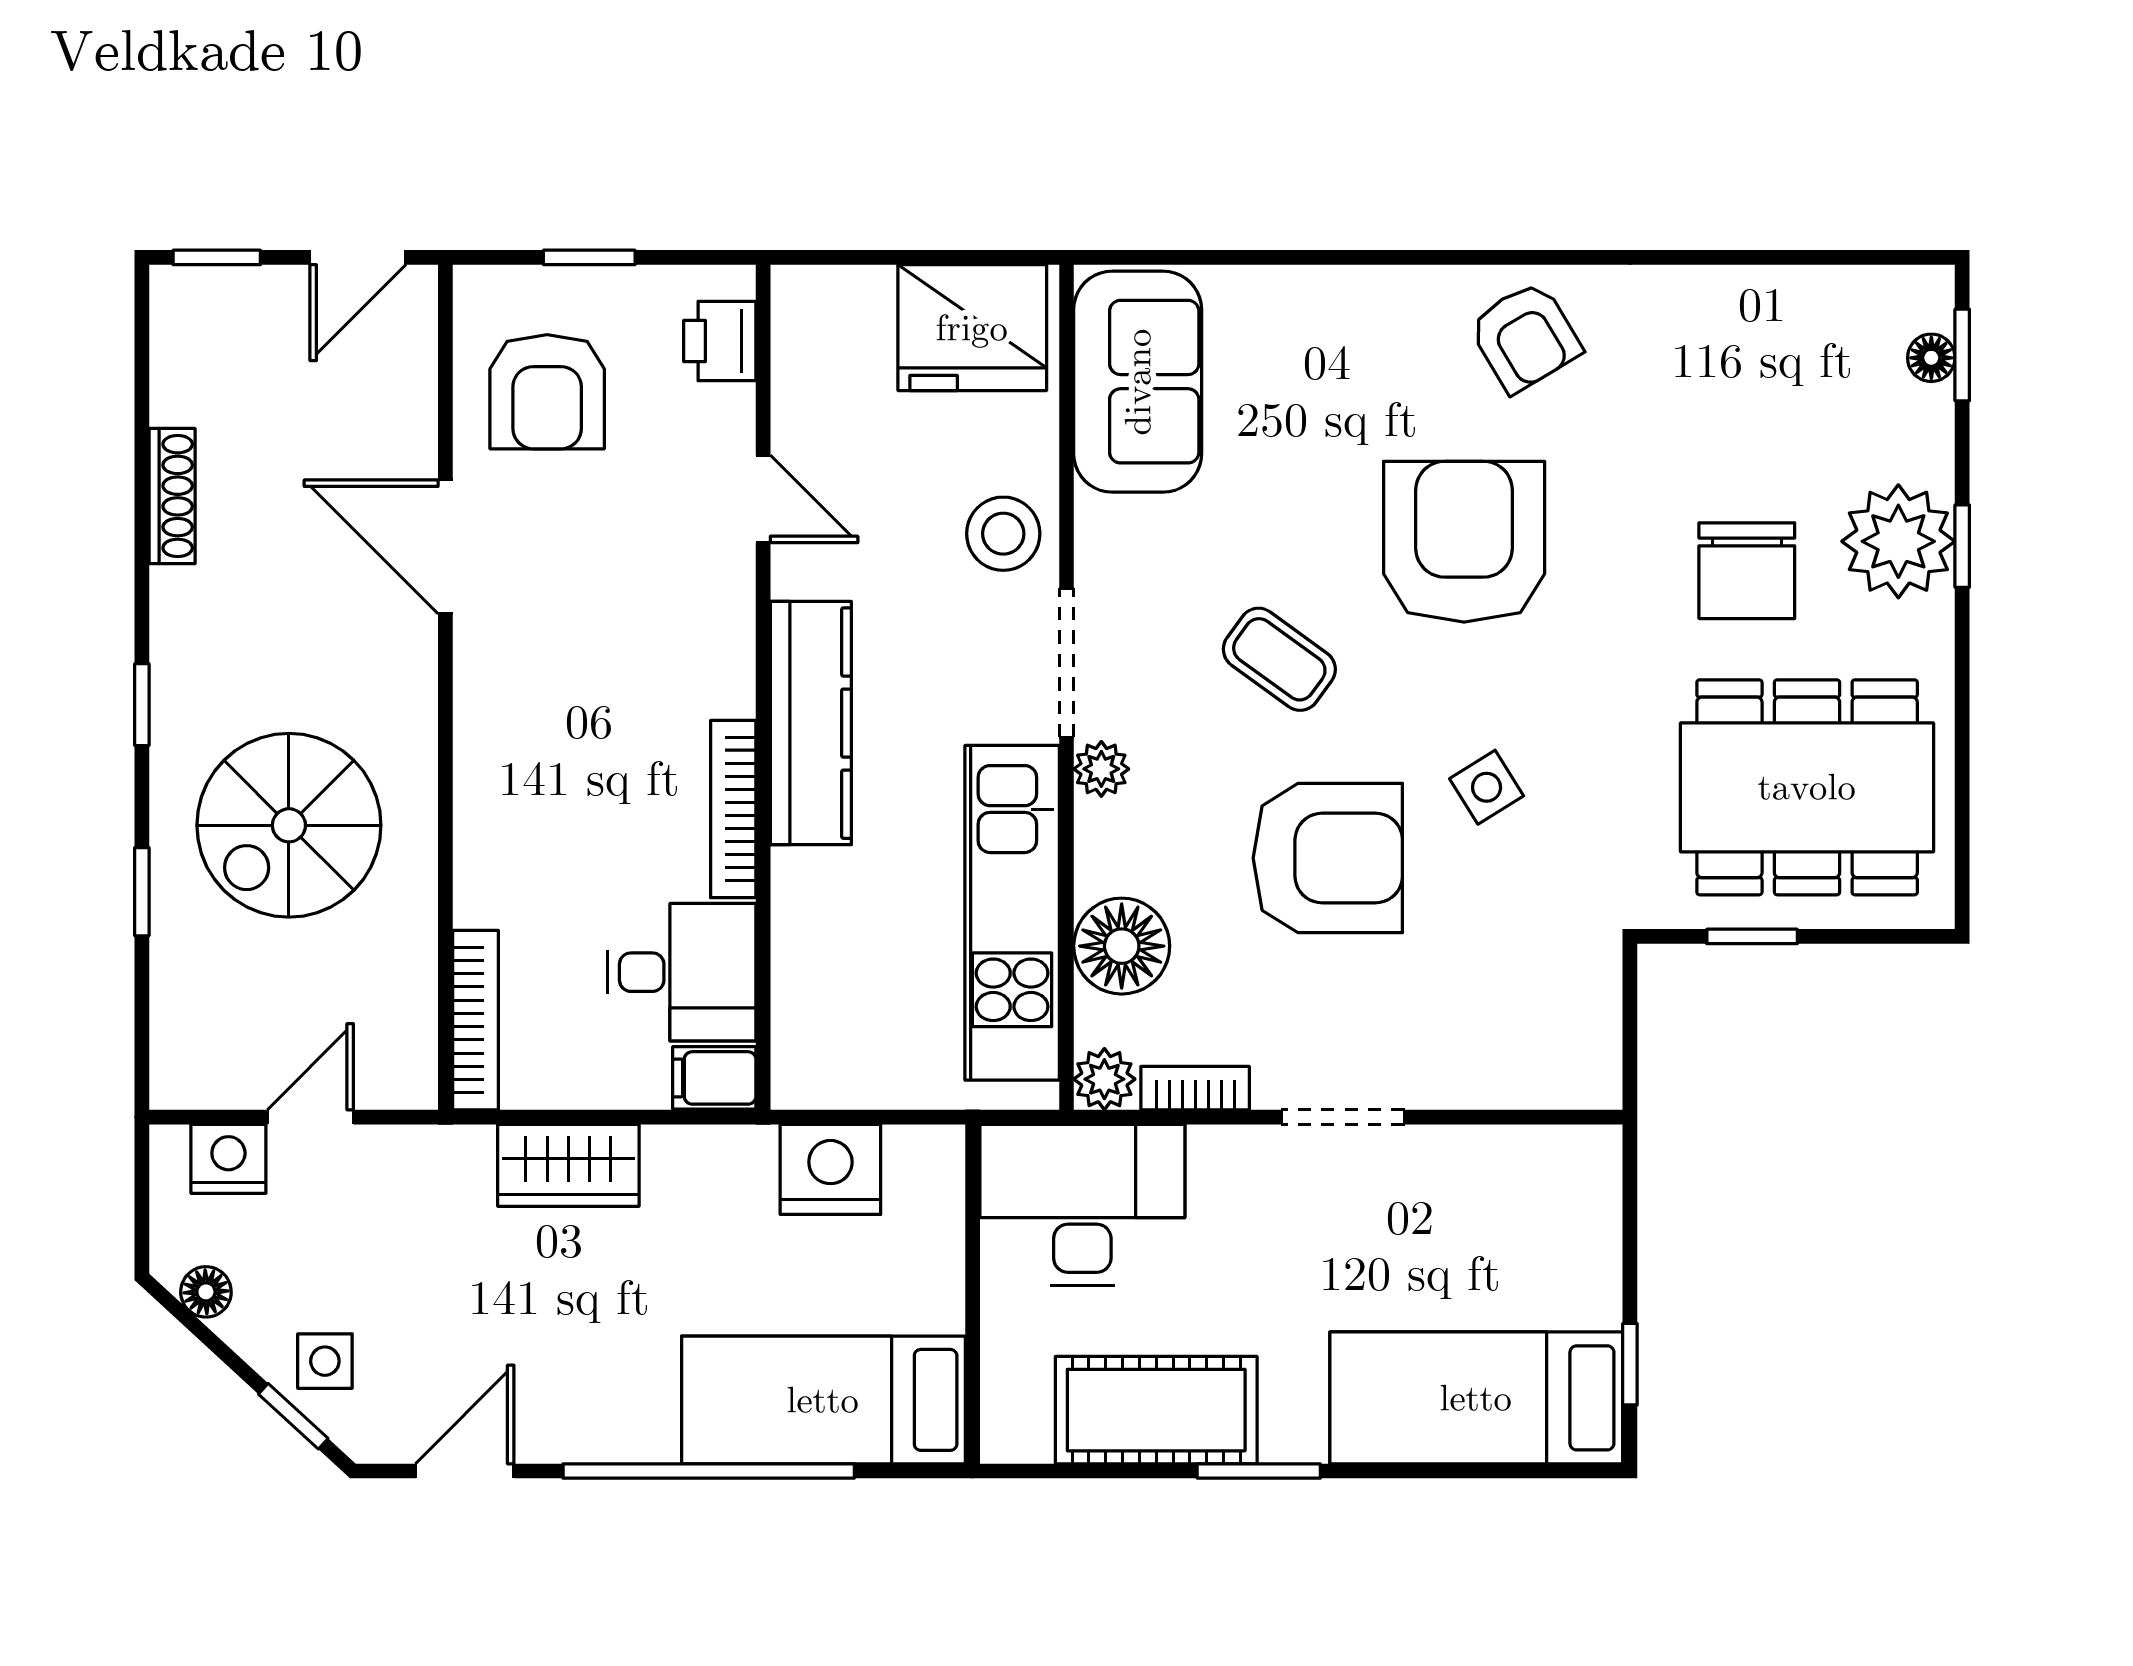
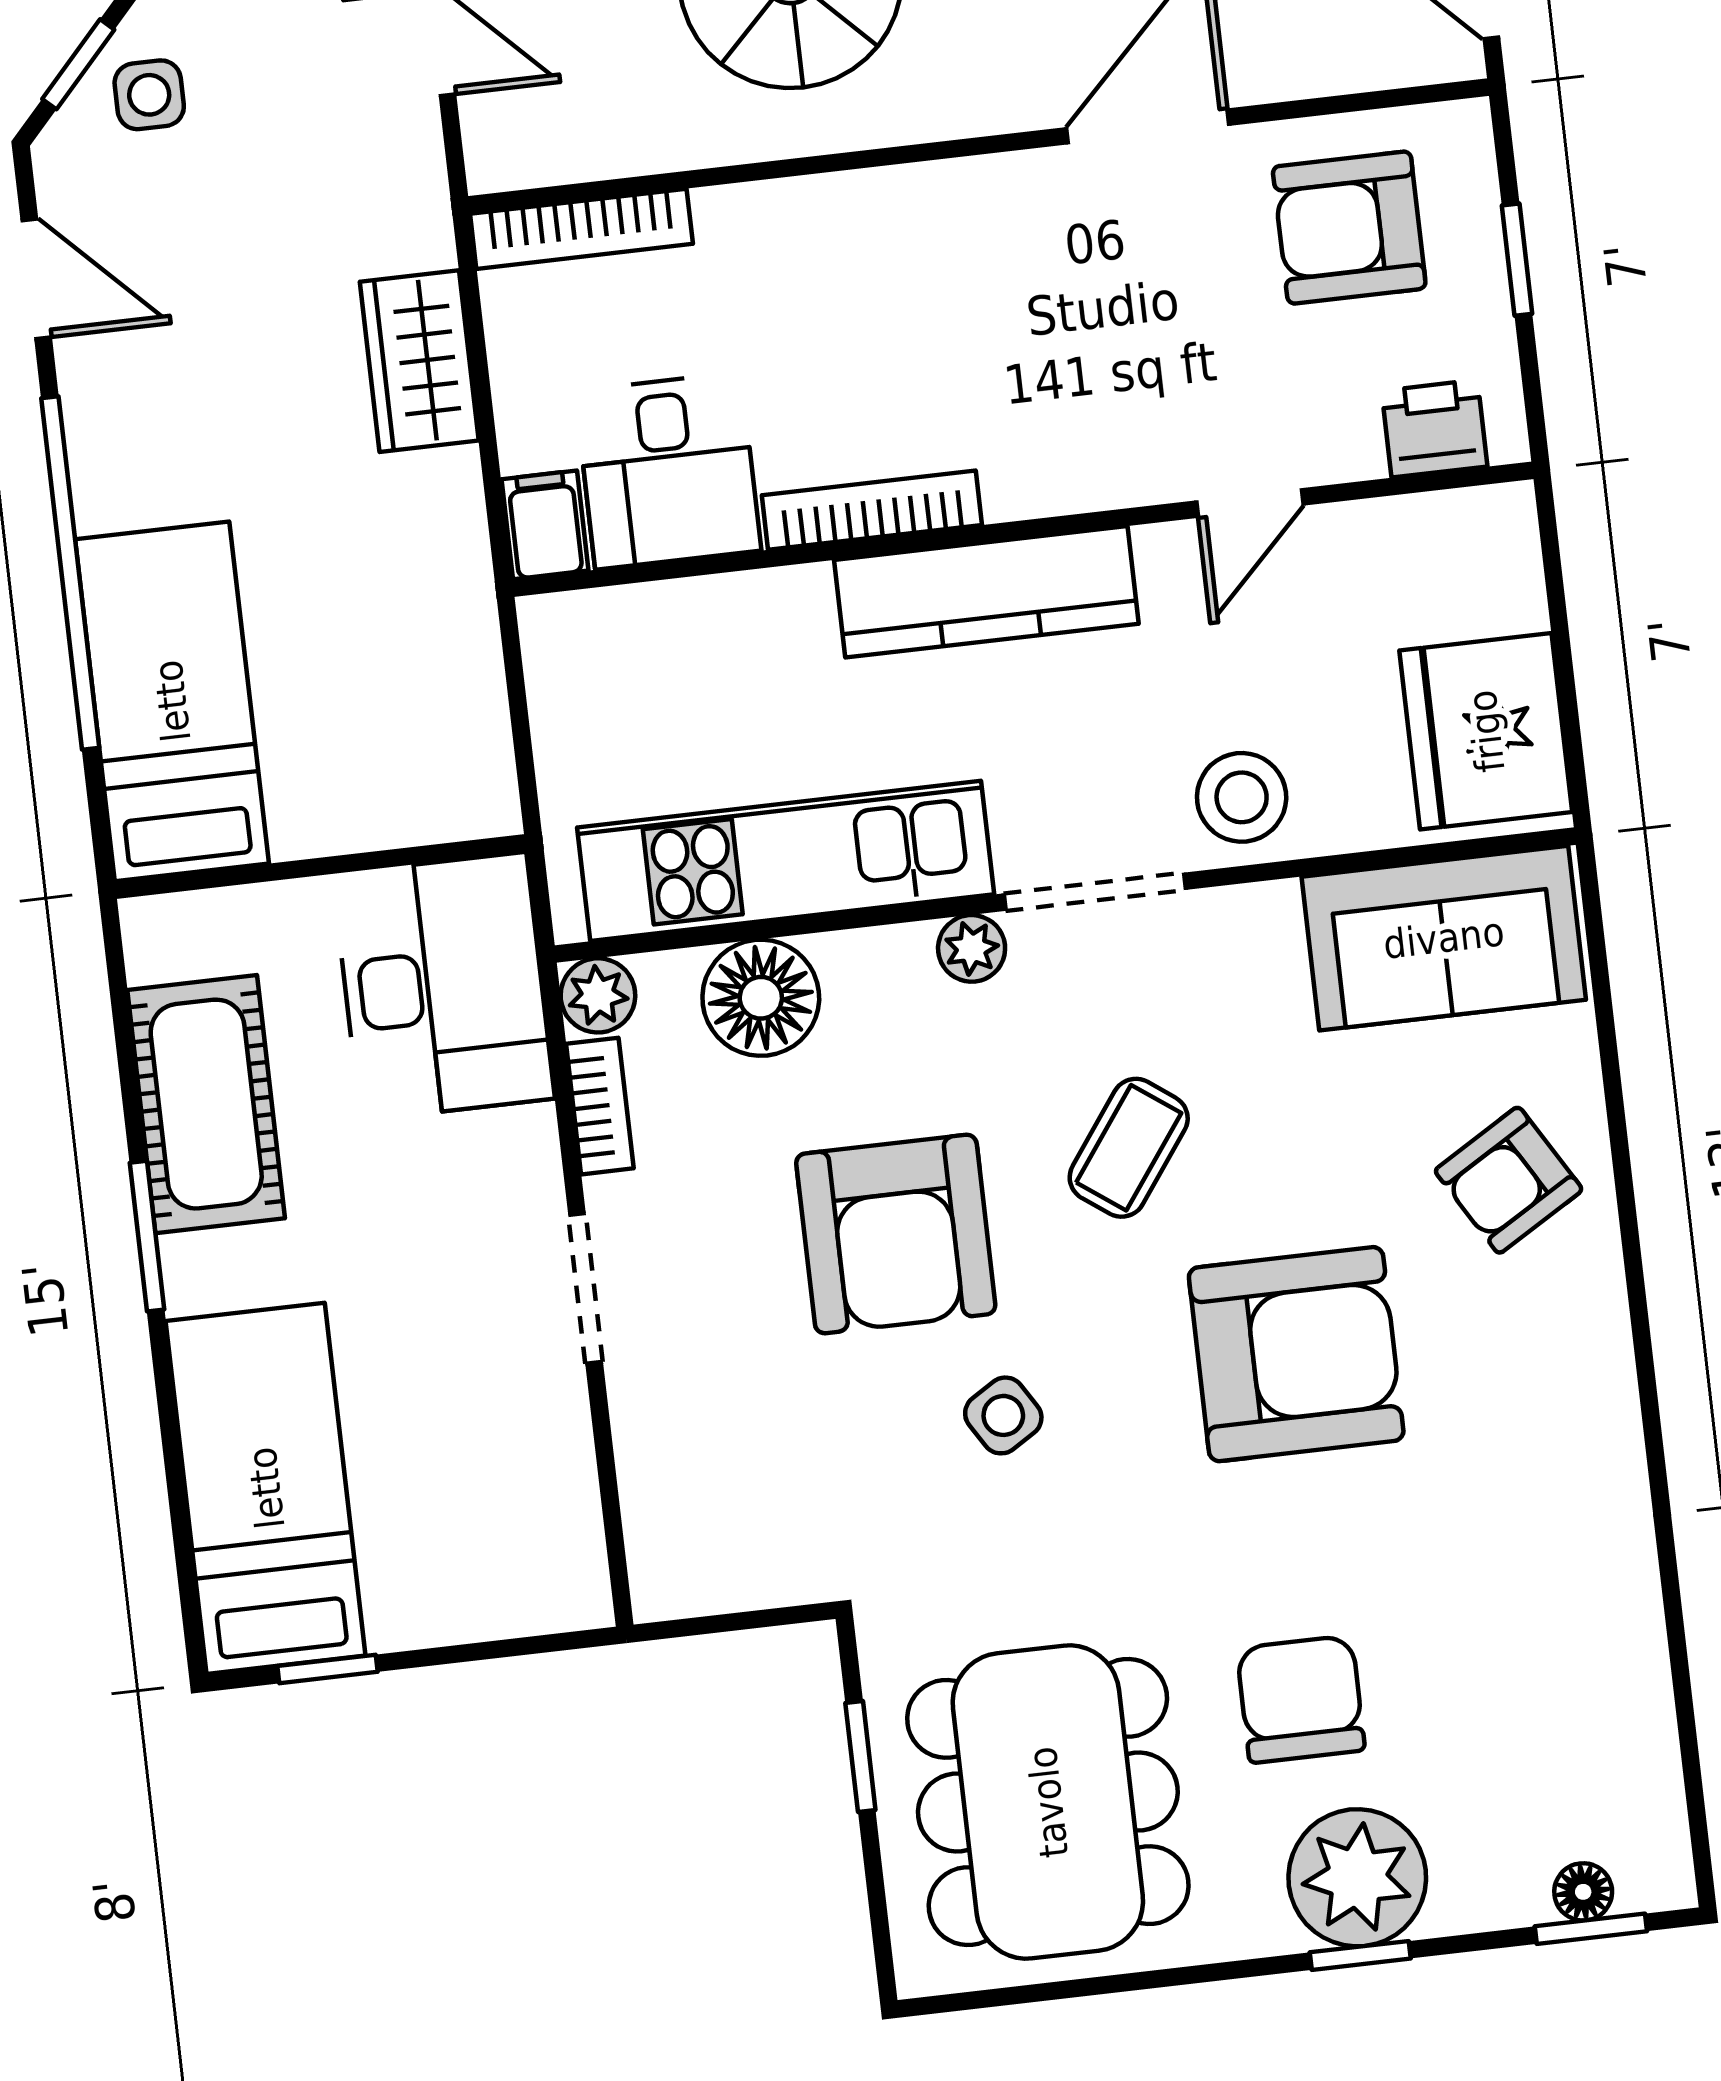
armchair: (1525, 337) -> (1509, 1180), moved
chair: (1747, 571) -> (1301, 1699), turned 90
nightstand: (830, 1169) -> (451, 678), removed

